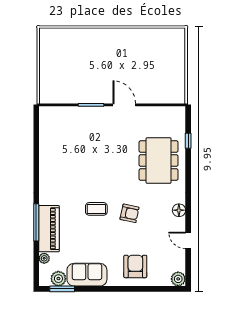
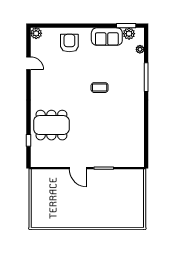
dining table: (159, 161) -> (51, 125), turned 90
floor lamp: (179, 210) -> (36, 87), removed
armchair: (130, 213) -> (74, 84), removed
piano: (49, 229) -> (136, 72), removed
armchair: (135, 266) -> (69, 43), turned 180

